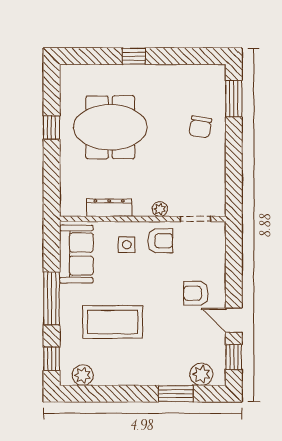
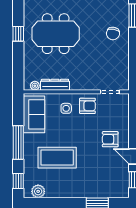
plant: (160, 209) -> (35, 86), moved
plant: (201, 374) -> (114, 191), removed

